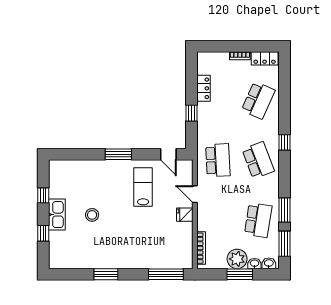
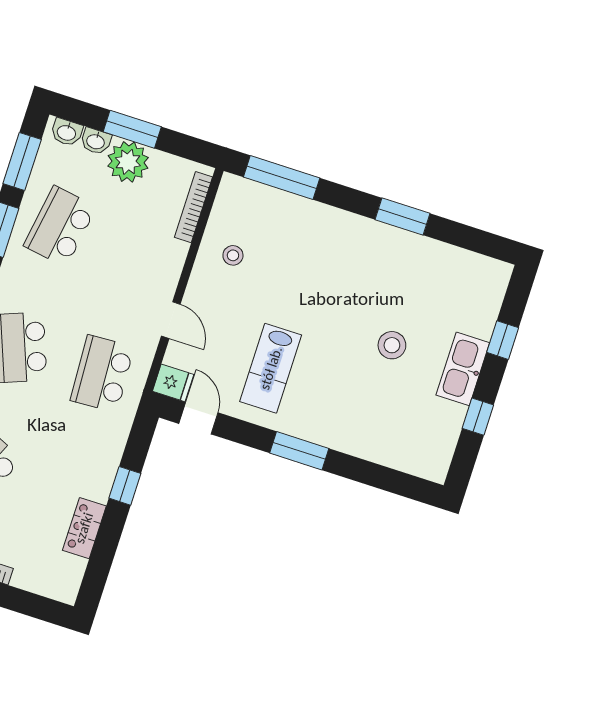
fridge: (185, 215) -> (173, 383), moved
stool: (176, 232) -> (233, 255), added

